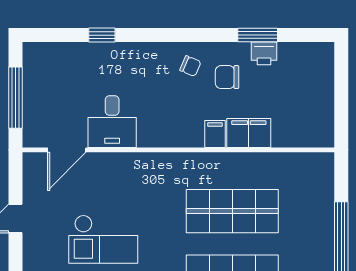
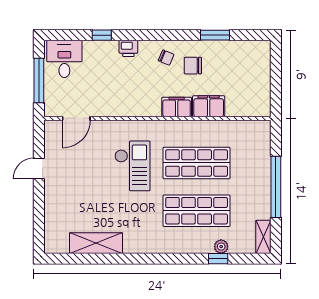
printer: (264, 53) -> (128, 48), moved
desk: (112, 122) -> (64, 59), moved, turned 180
filing cabinet: (215, 134) -> (177, 107), width x2.00
checkout: (103, 239) -> (132, 166), moved, turned -90

